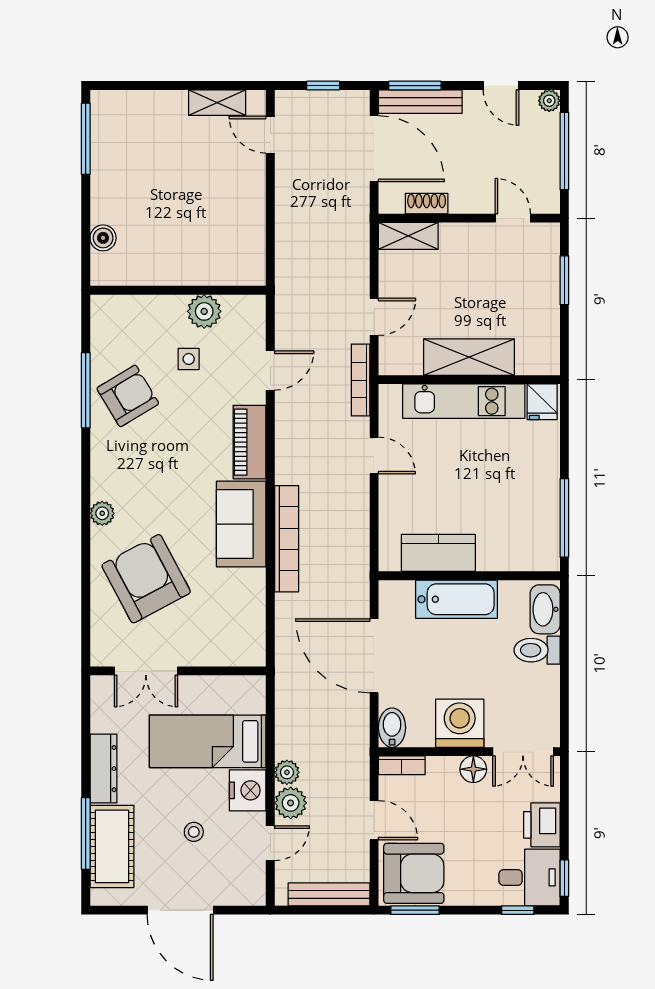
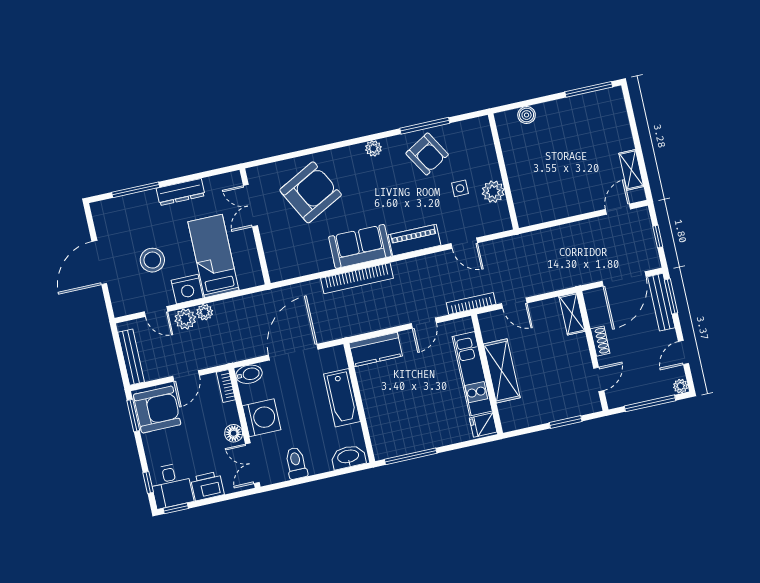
shoe rack: (427, 204) -> (600, 341), moved
plant: (102, 513) -> (373, 148), moved
kitchen counter: (438, 553) -> (376, 349), moved, turned 90
toilet: (537, 650) -> (296, 463), moved
stool: (194, 832) -> (152, 260), width x1.89, depth x1.89
cot: (112, 846) -> (131, 209), removed
armchair: (414, 873) -> (157, 410), turned -90

